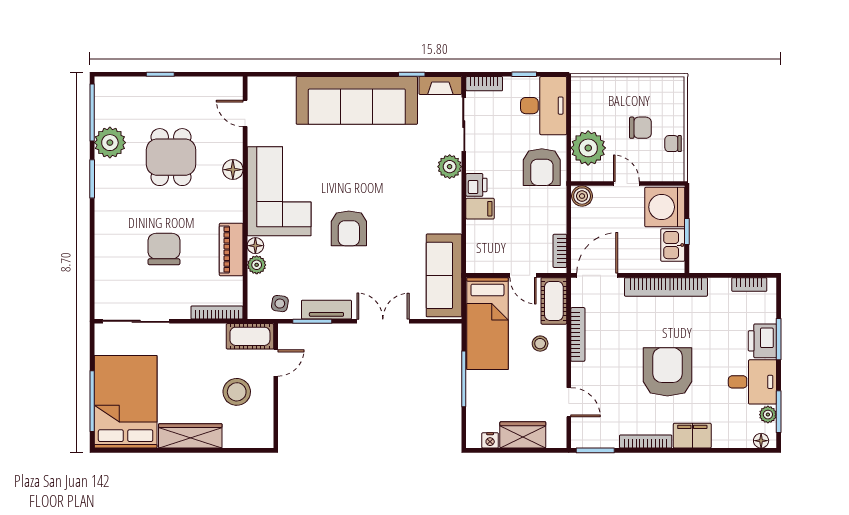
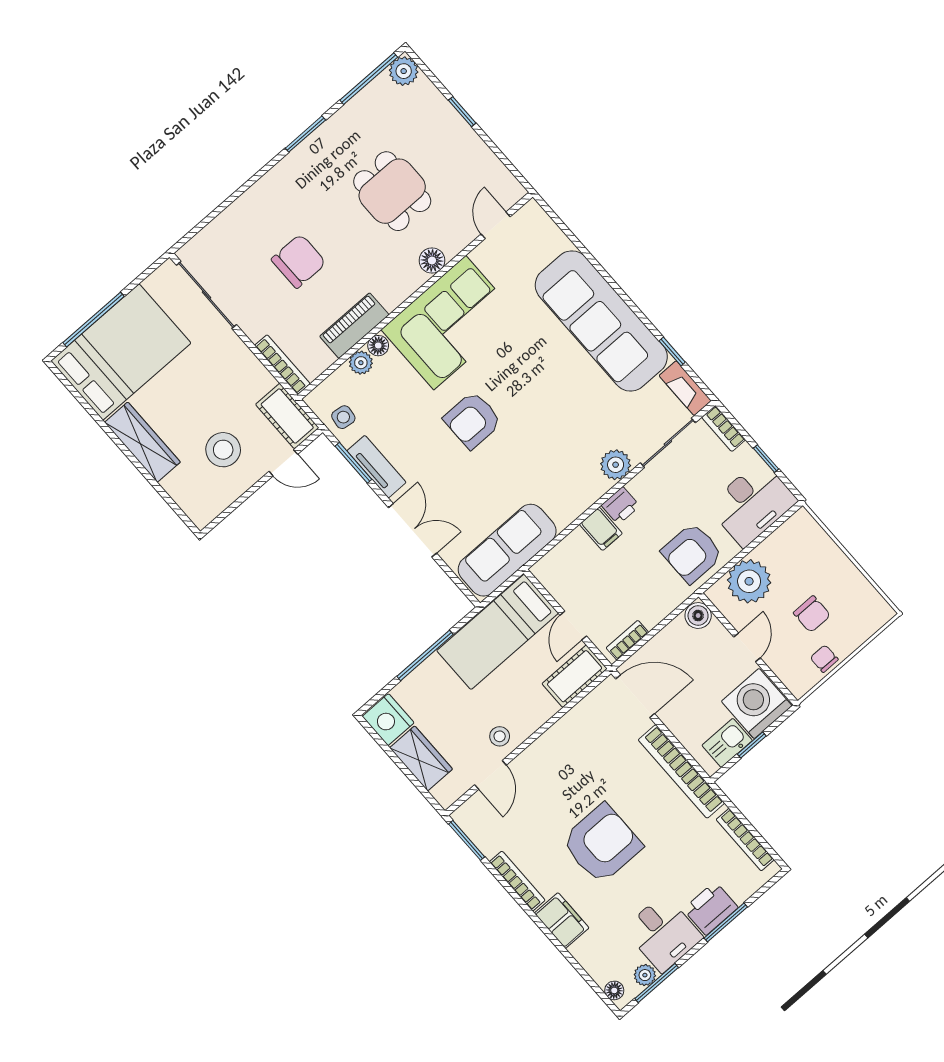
plant: (110, 143) -> (404, 71), moved, width x0.73, depth x0.73
dining table: (171, 157) -> (392, 191), turned 90
bookcase: (749, 285) -> (745, 840), width x1.56
bookcase: (578, 334) -> (563, 727), removed
stool: (540, 344) -> (500, 736), moved
nightstand: (490, 440) -> (388, 720), width x1.89, depth x1.79

